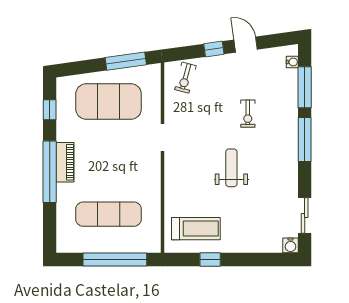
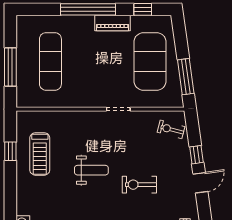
exercise bike: (248, 114) -> (139, 185), width x1.38, depth x1.39
piano: (65, 162) -> (113, 23), moved
treadmill: (196, 229) -> (40, 154), moved
window: (115, 259) -> (10, 67), width x0.68

